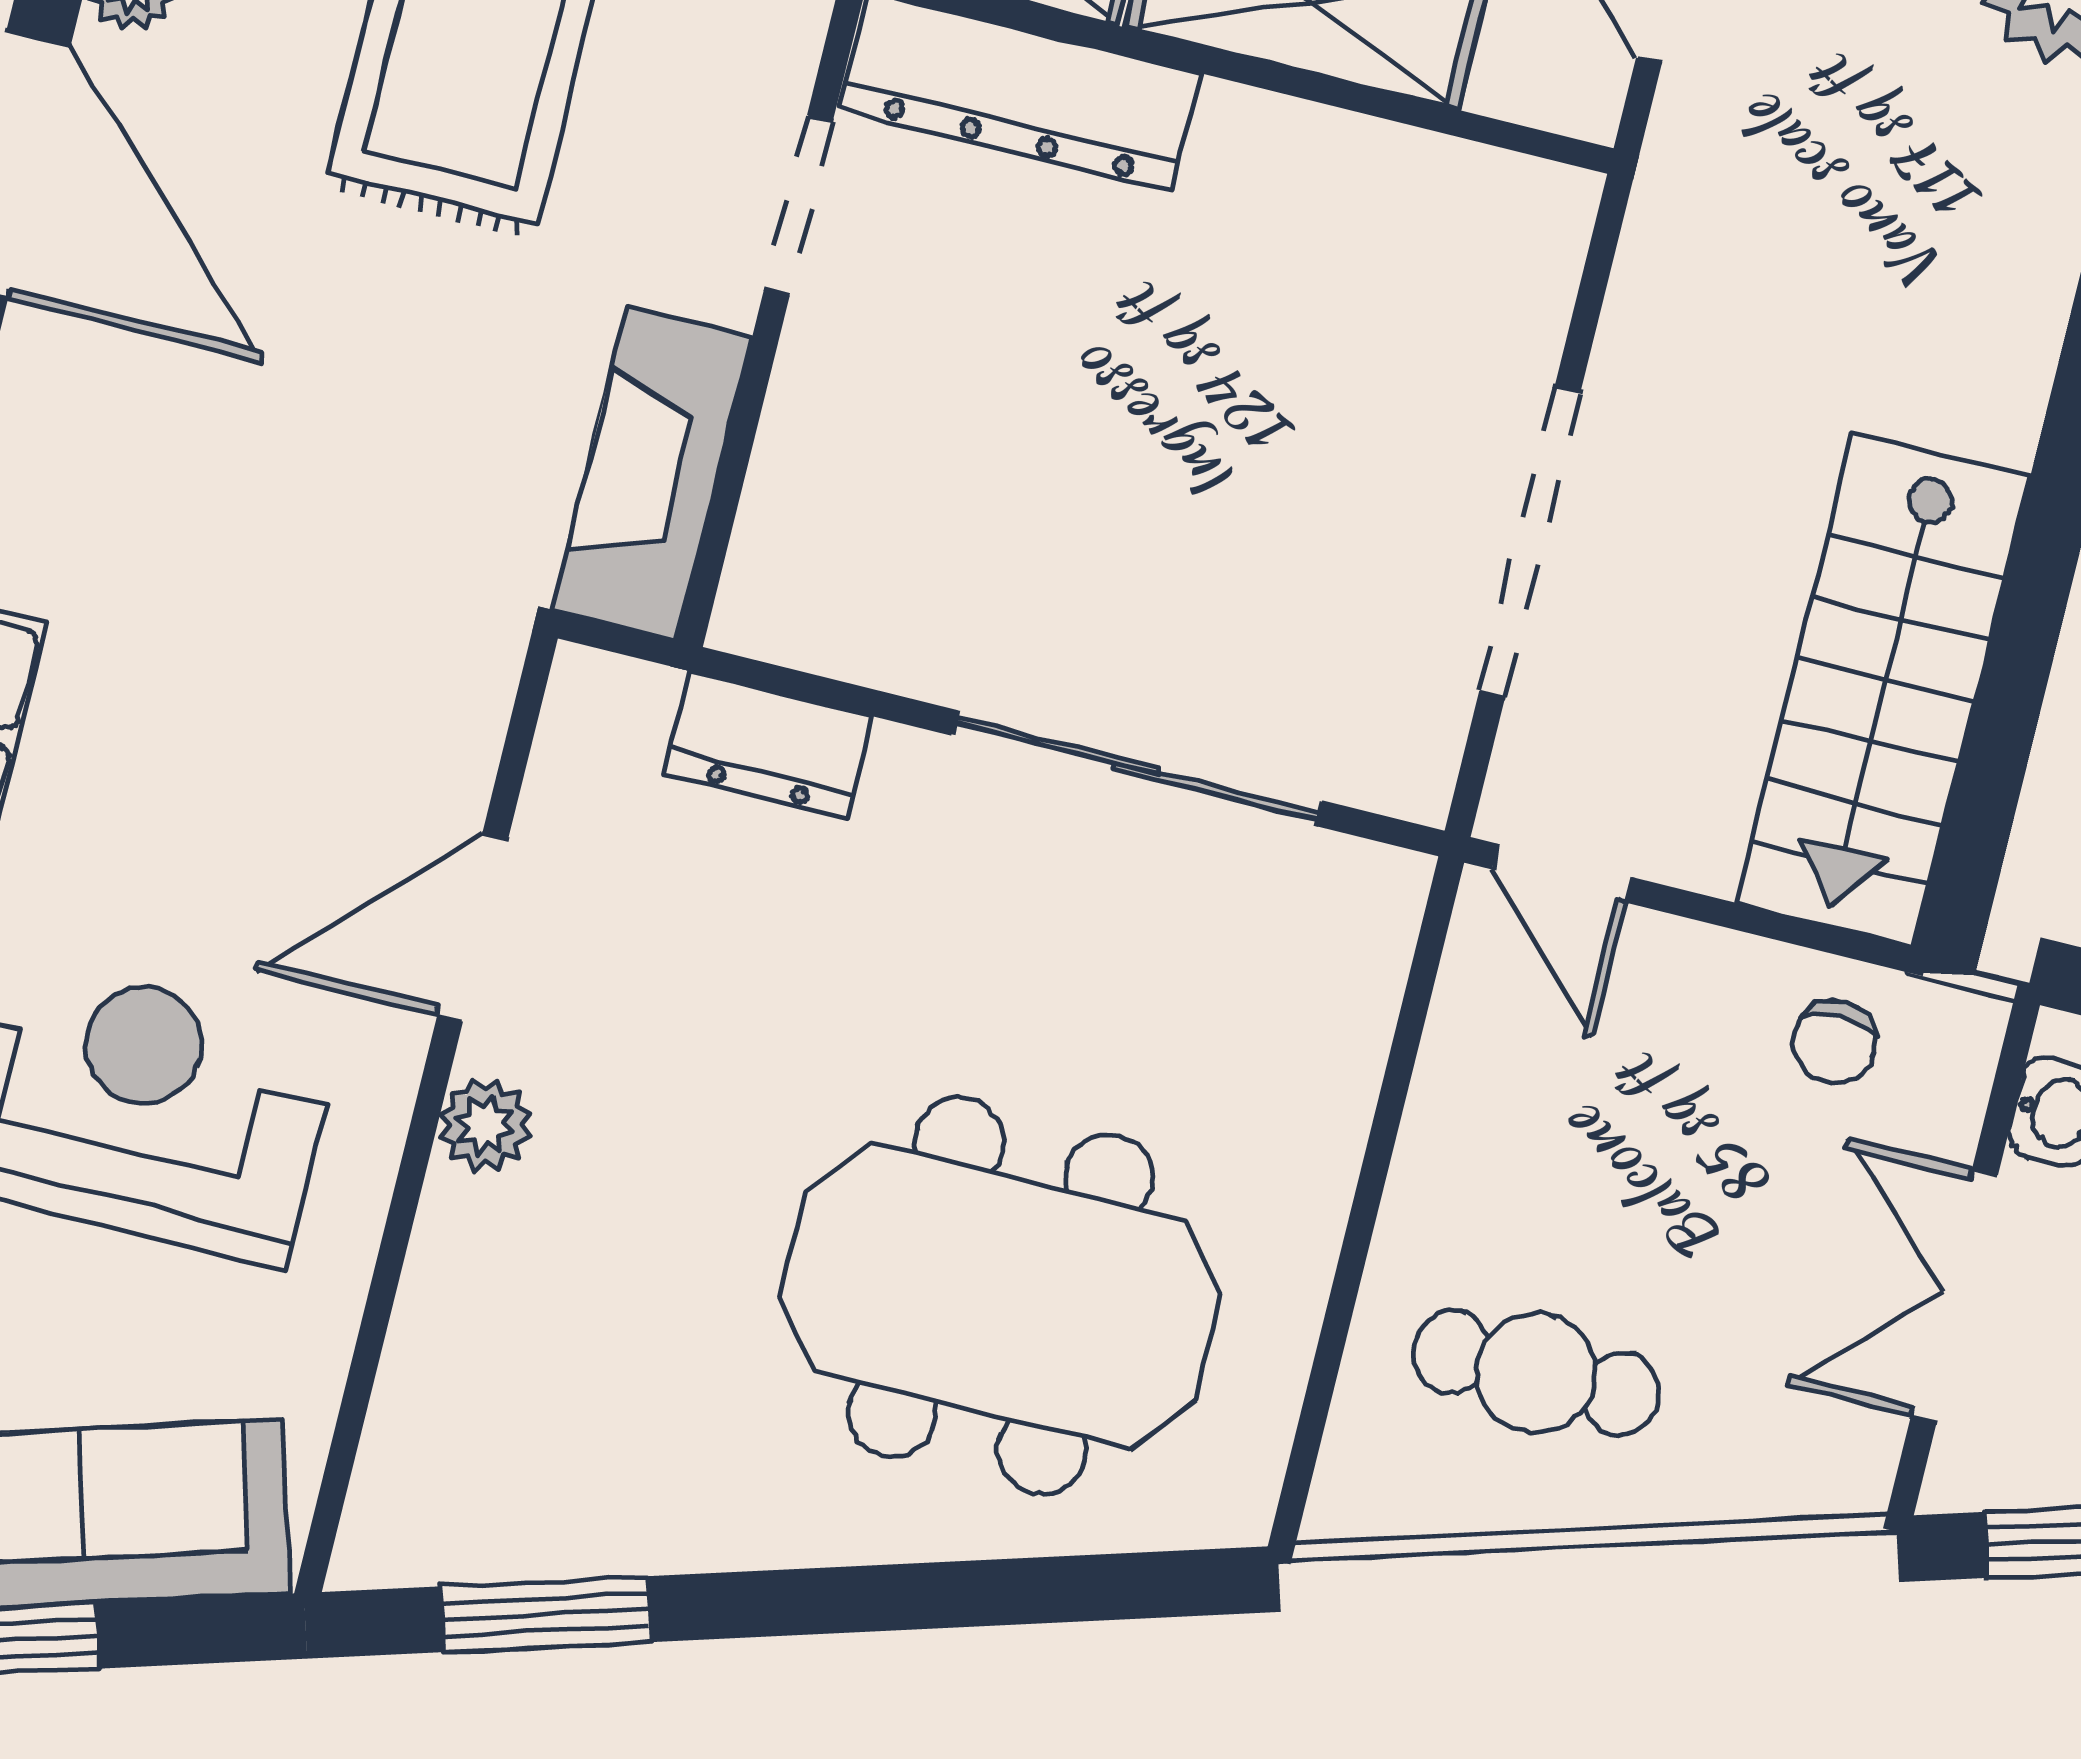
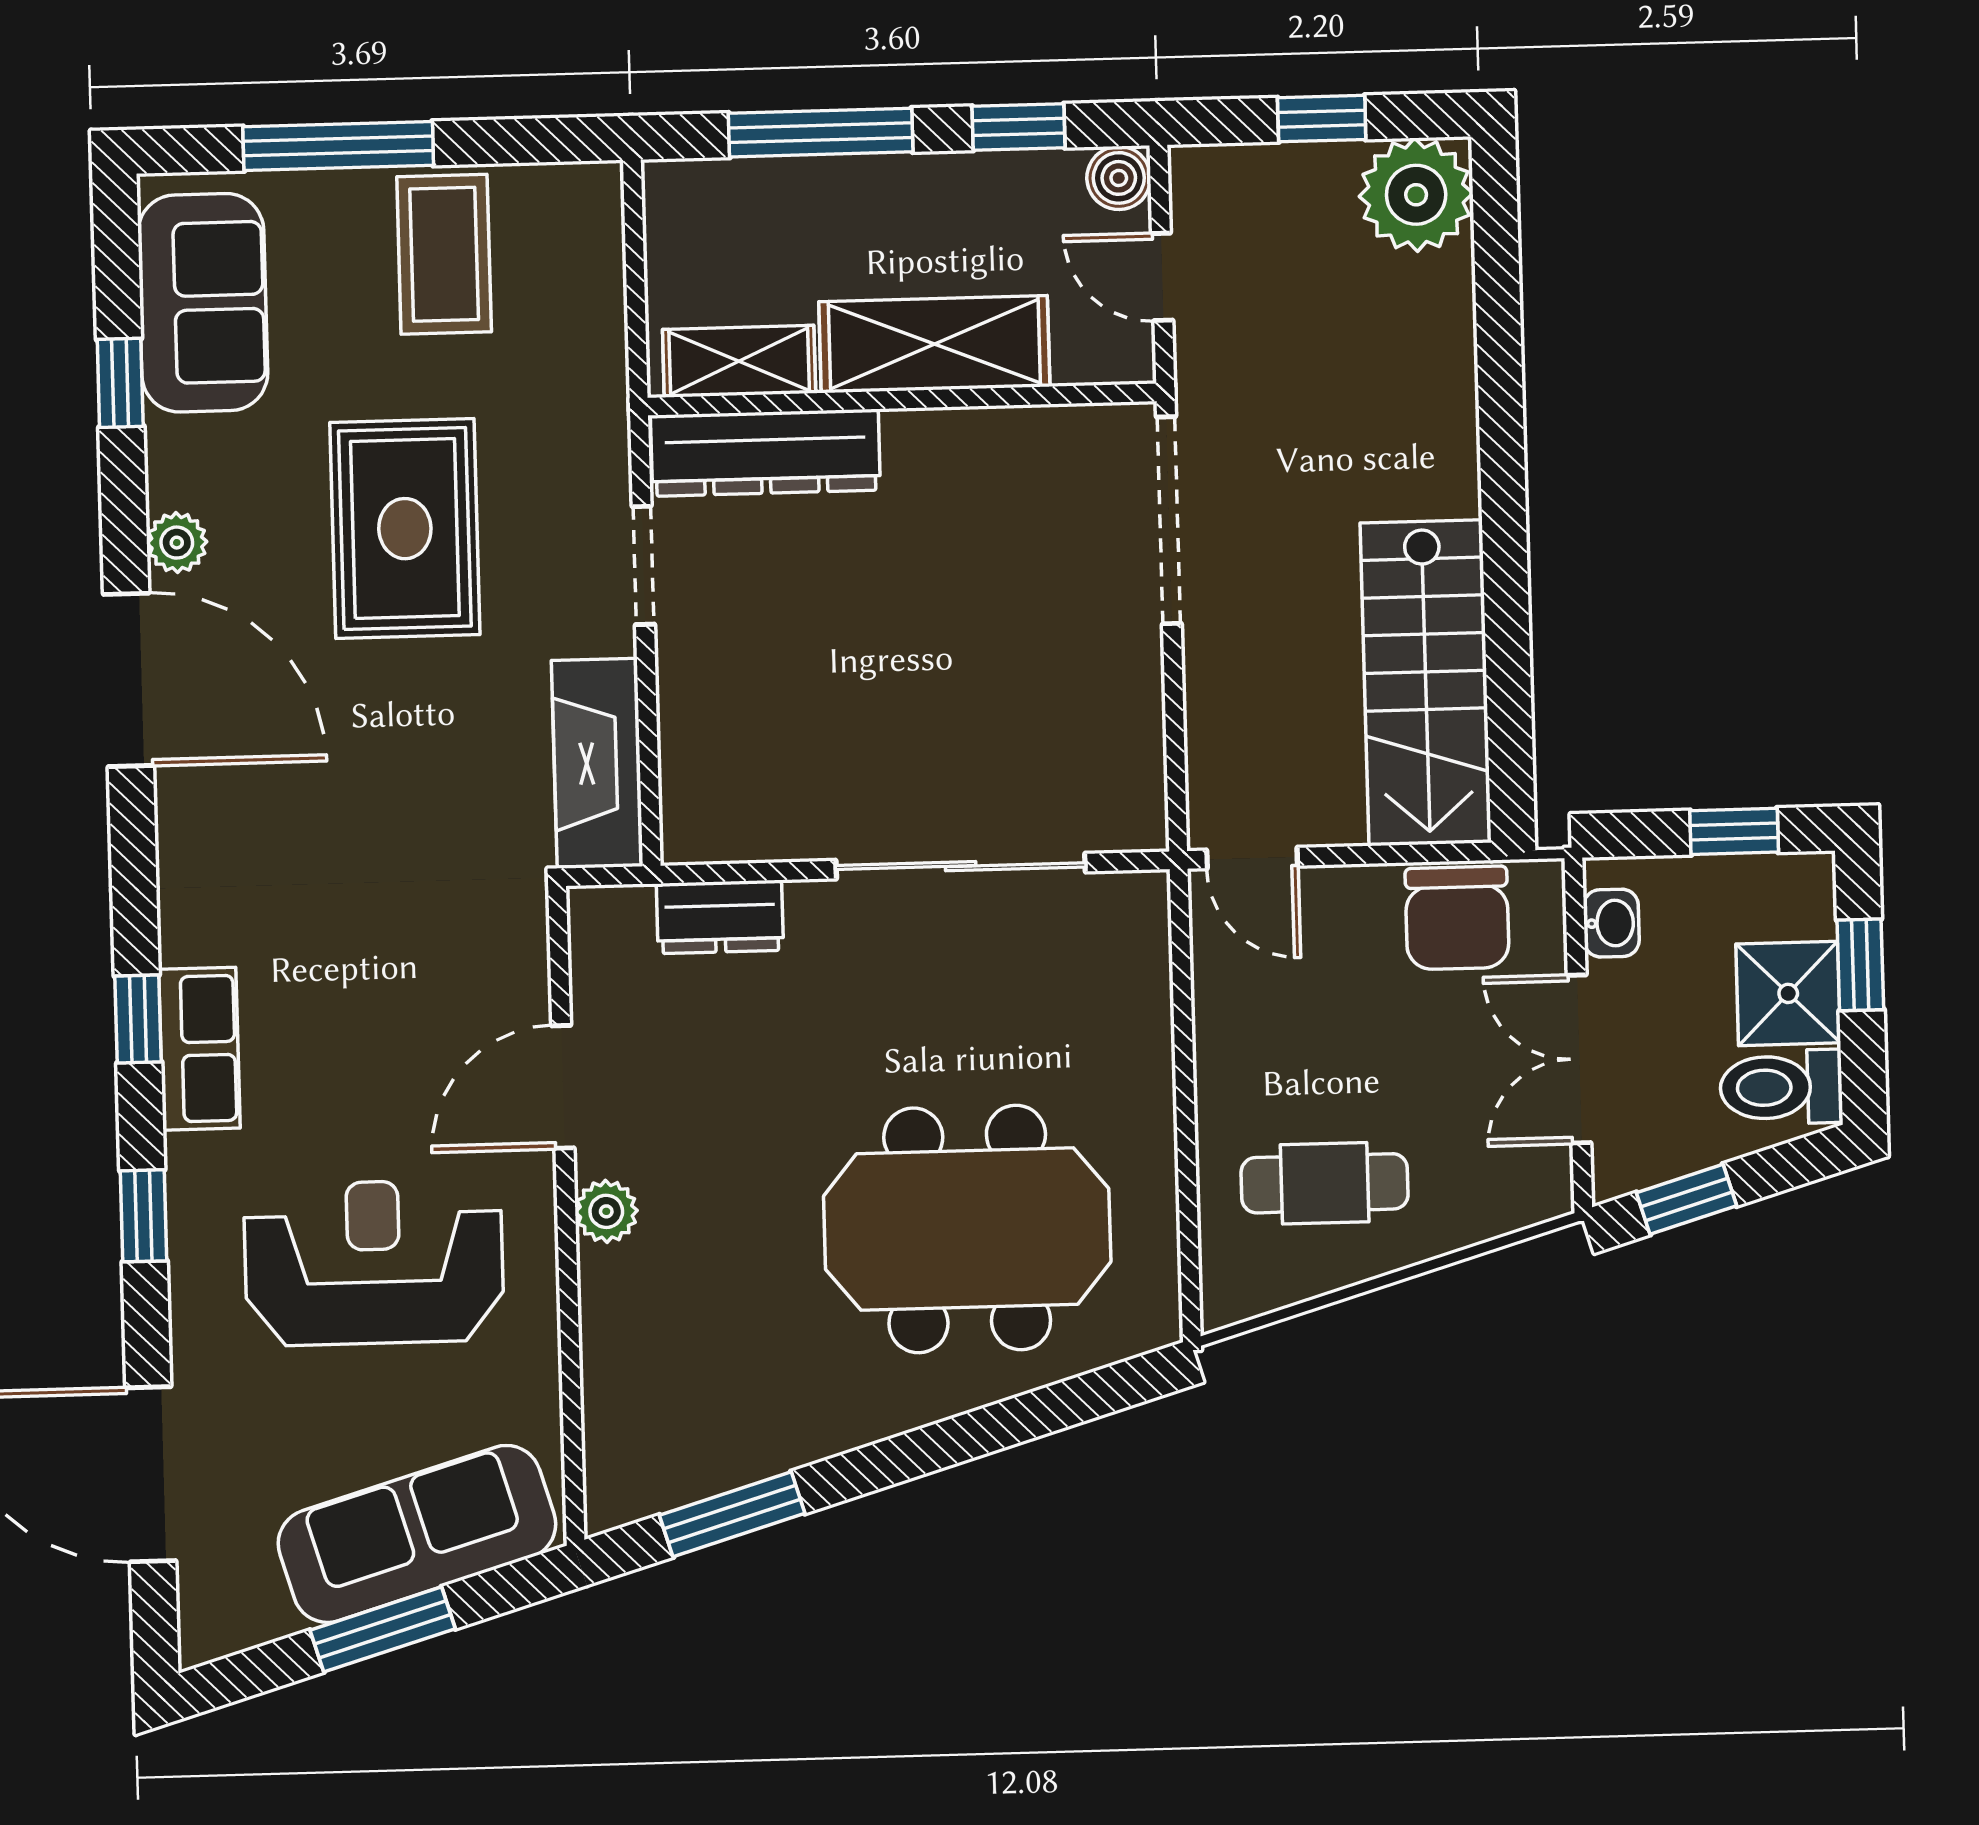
doorway: (1530, 542) -> (1169, 520), moved
chair: (1835, 1042) -> (1457, 918), width x1.87, depth x1.87

